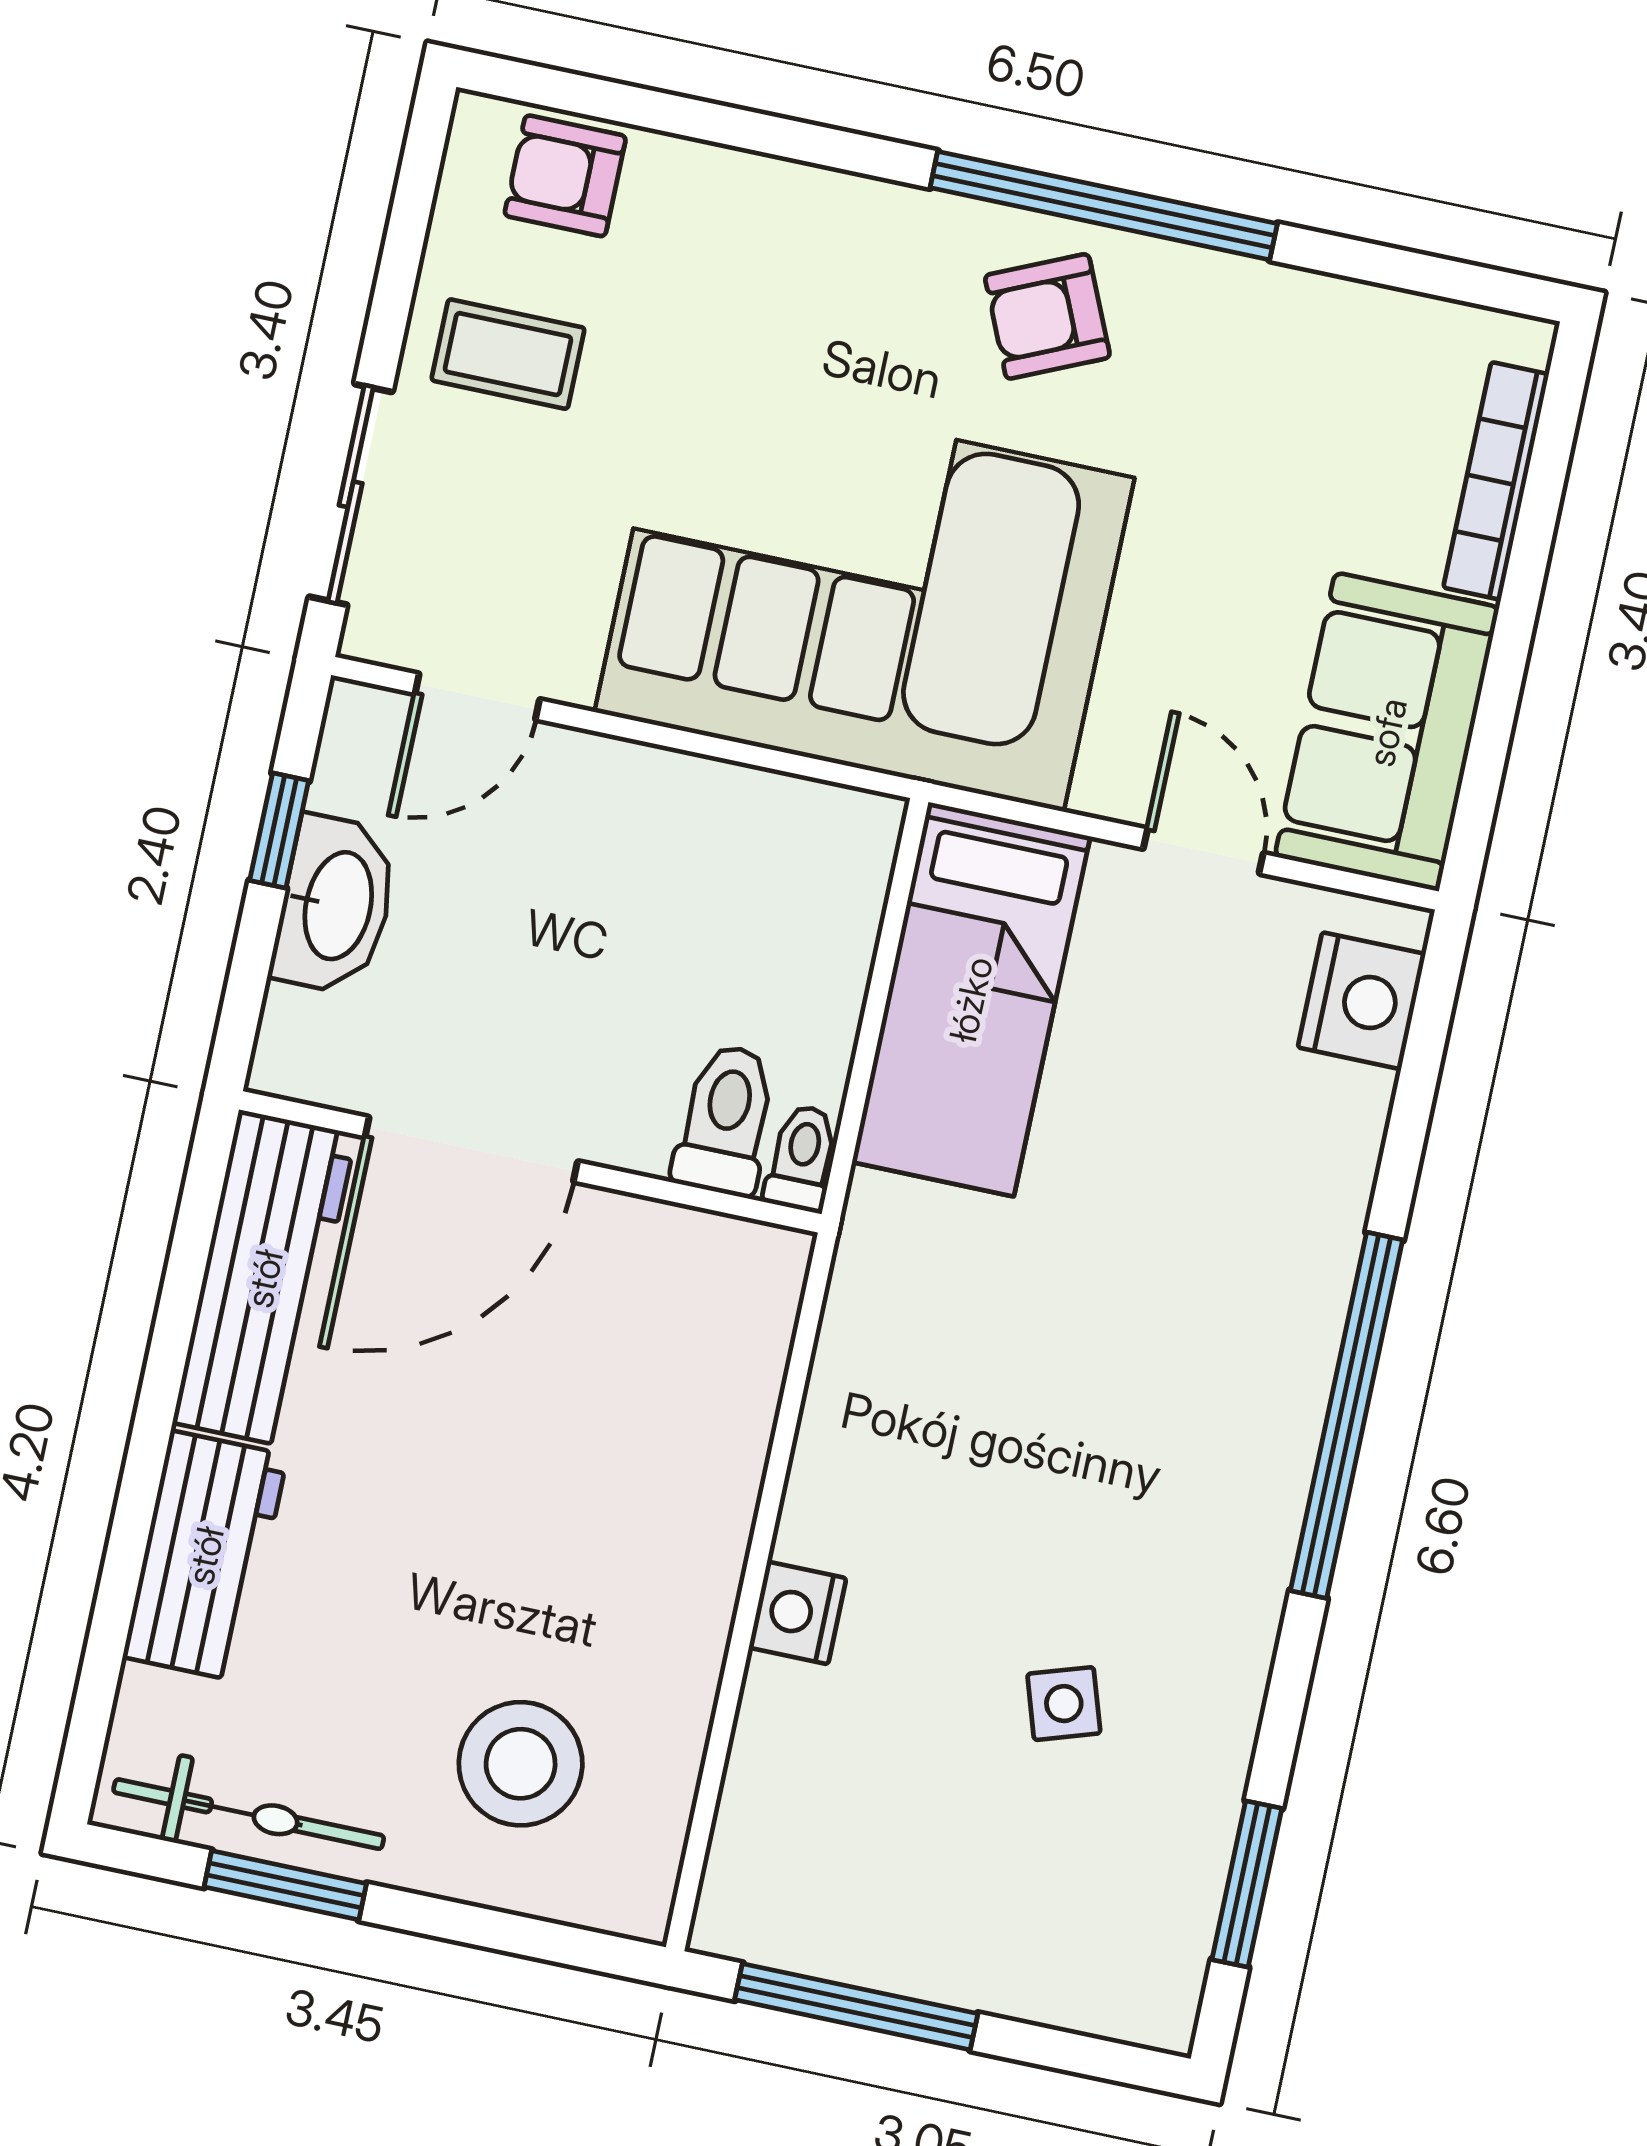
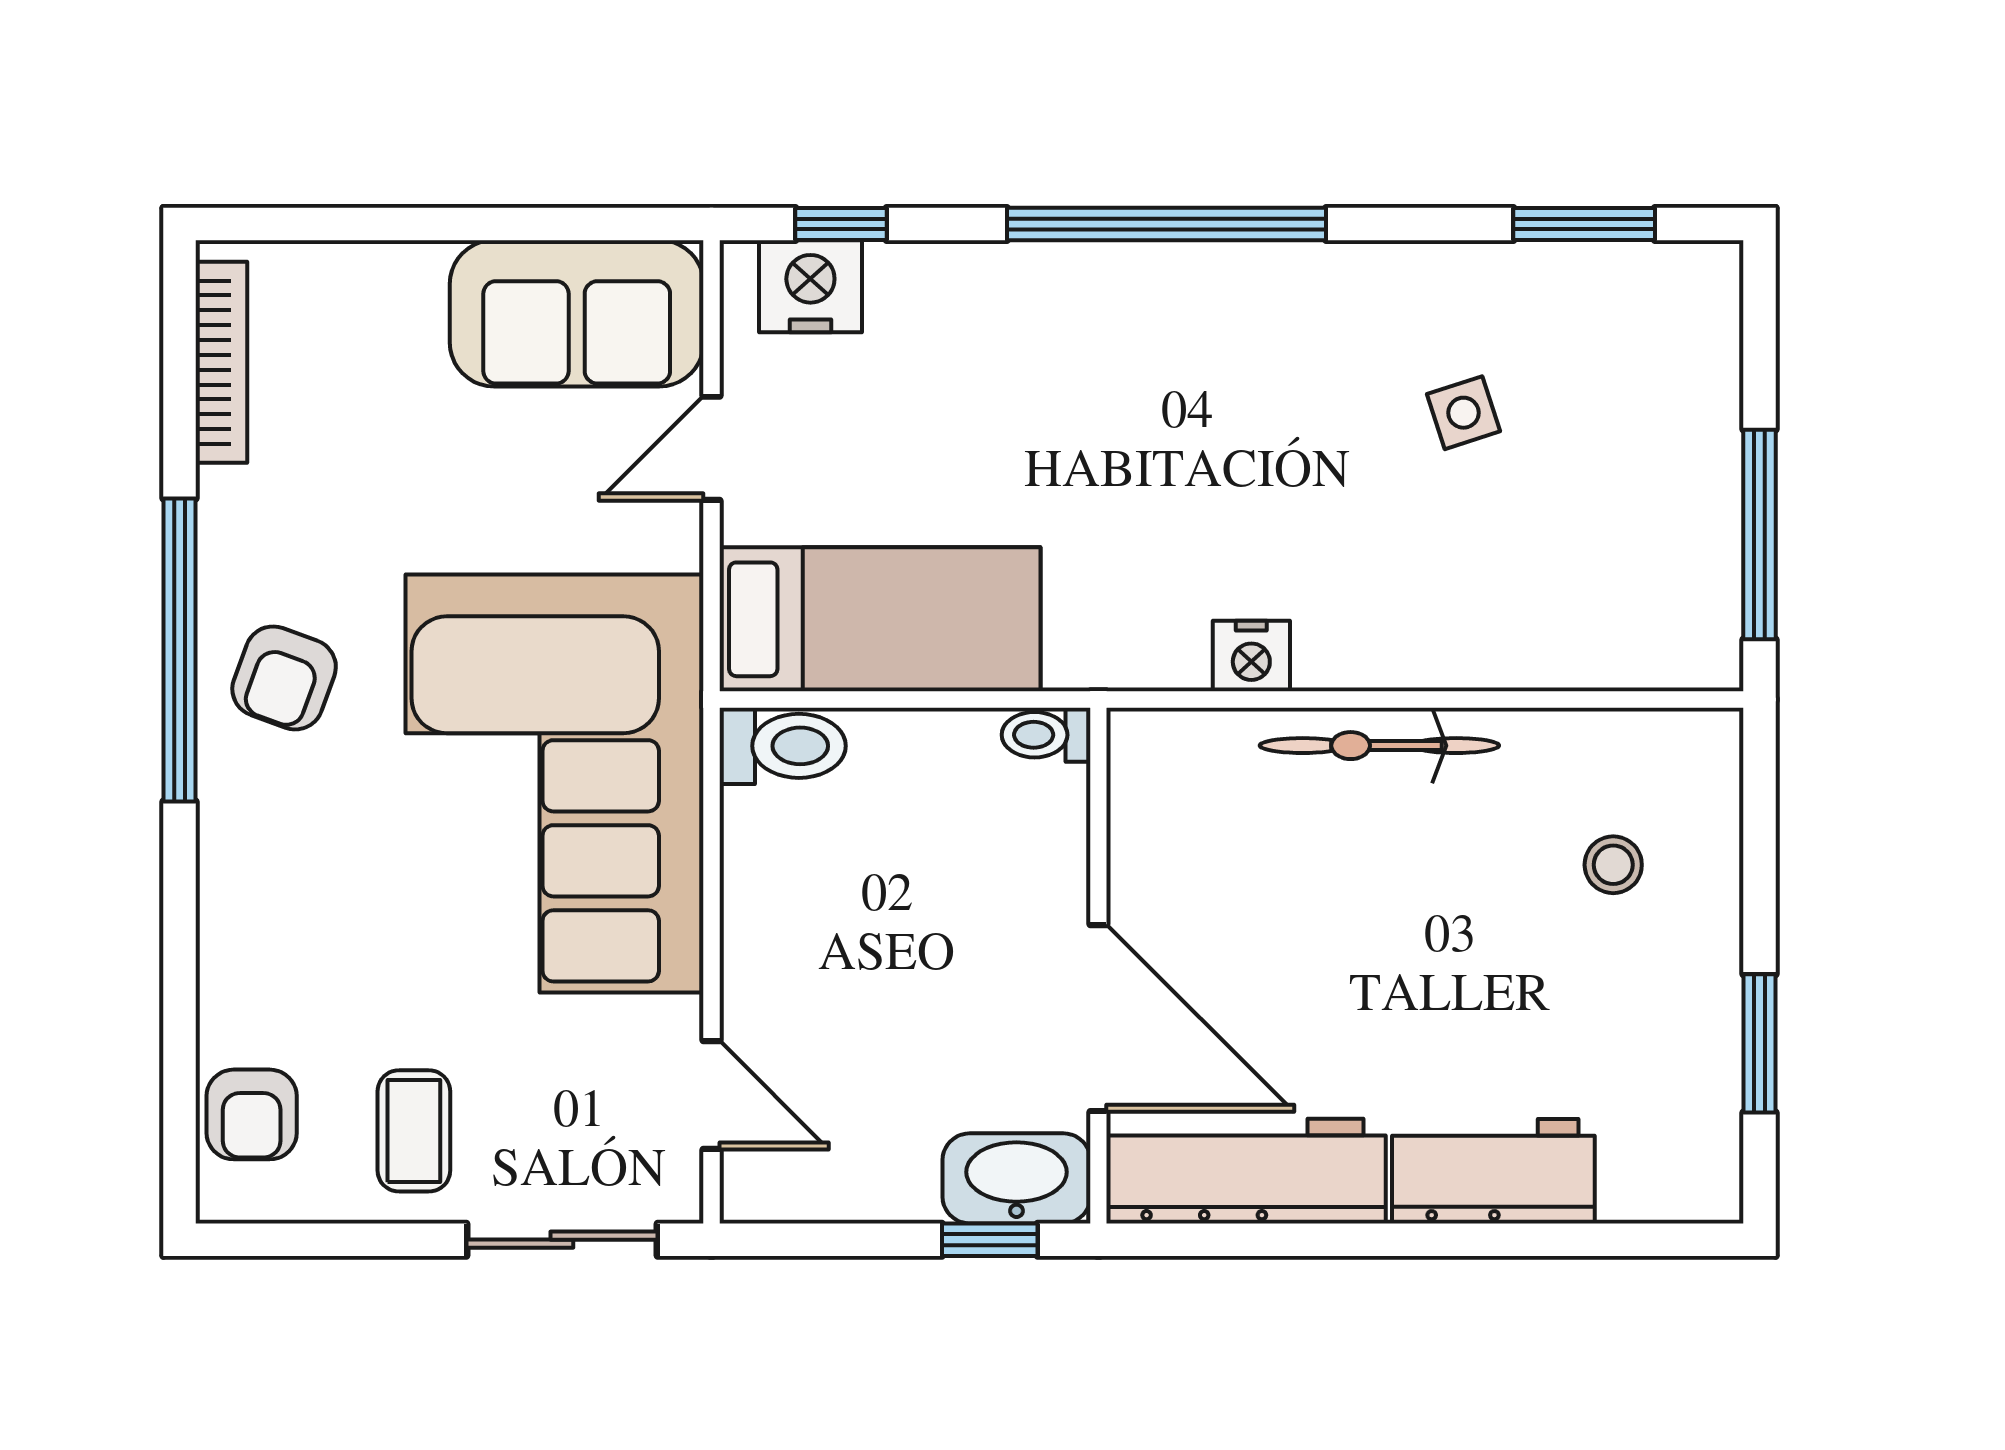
armchair: (1047, 316) -> (284, 678), turned 44
bookcase: (1496, 481) -> (221, 362), moved, turned -90
window: (279, 831) -> (990, 1240), moved
washbasin: (335, 905) -> (1016, 1178), moved
window: (1424, 1050) -> (841, 224), added
toilet: (726, 1120) -> (783, 746), moved, turned 180
nightstand: (798, 1613) -> (1251, 656), moved
stool: (521, 1764) -> (1613, 865), width x0.53, depth x0.53
bicycle: (249, 1814) -> (1379, 746), moved, turned -90

